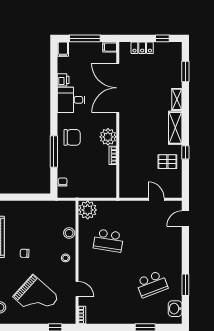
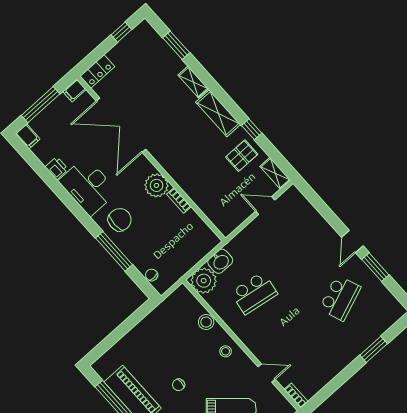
locker: (142, 48) -> (97, 71), moved
desk: (71, 100) -> (88, 186), width x1.37
shelving: (177, 187) -> (275, 173), added
door: (185, 218) -> (352, 242), moved
washbasin: (175, 309) -> (220, 261), moved, turned -90

